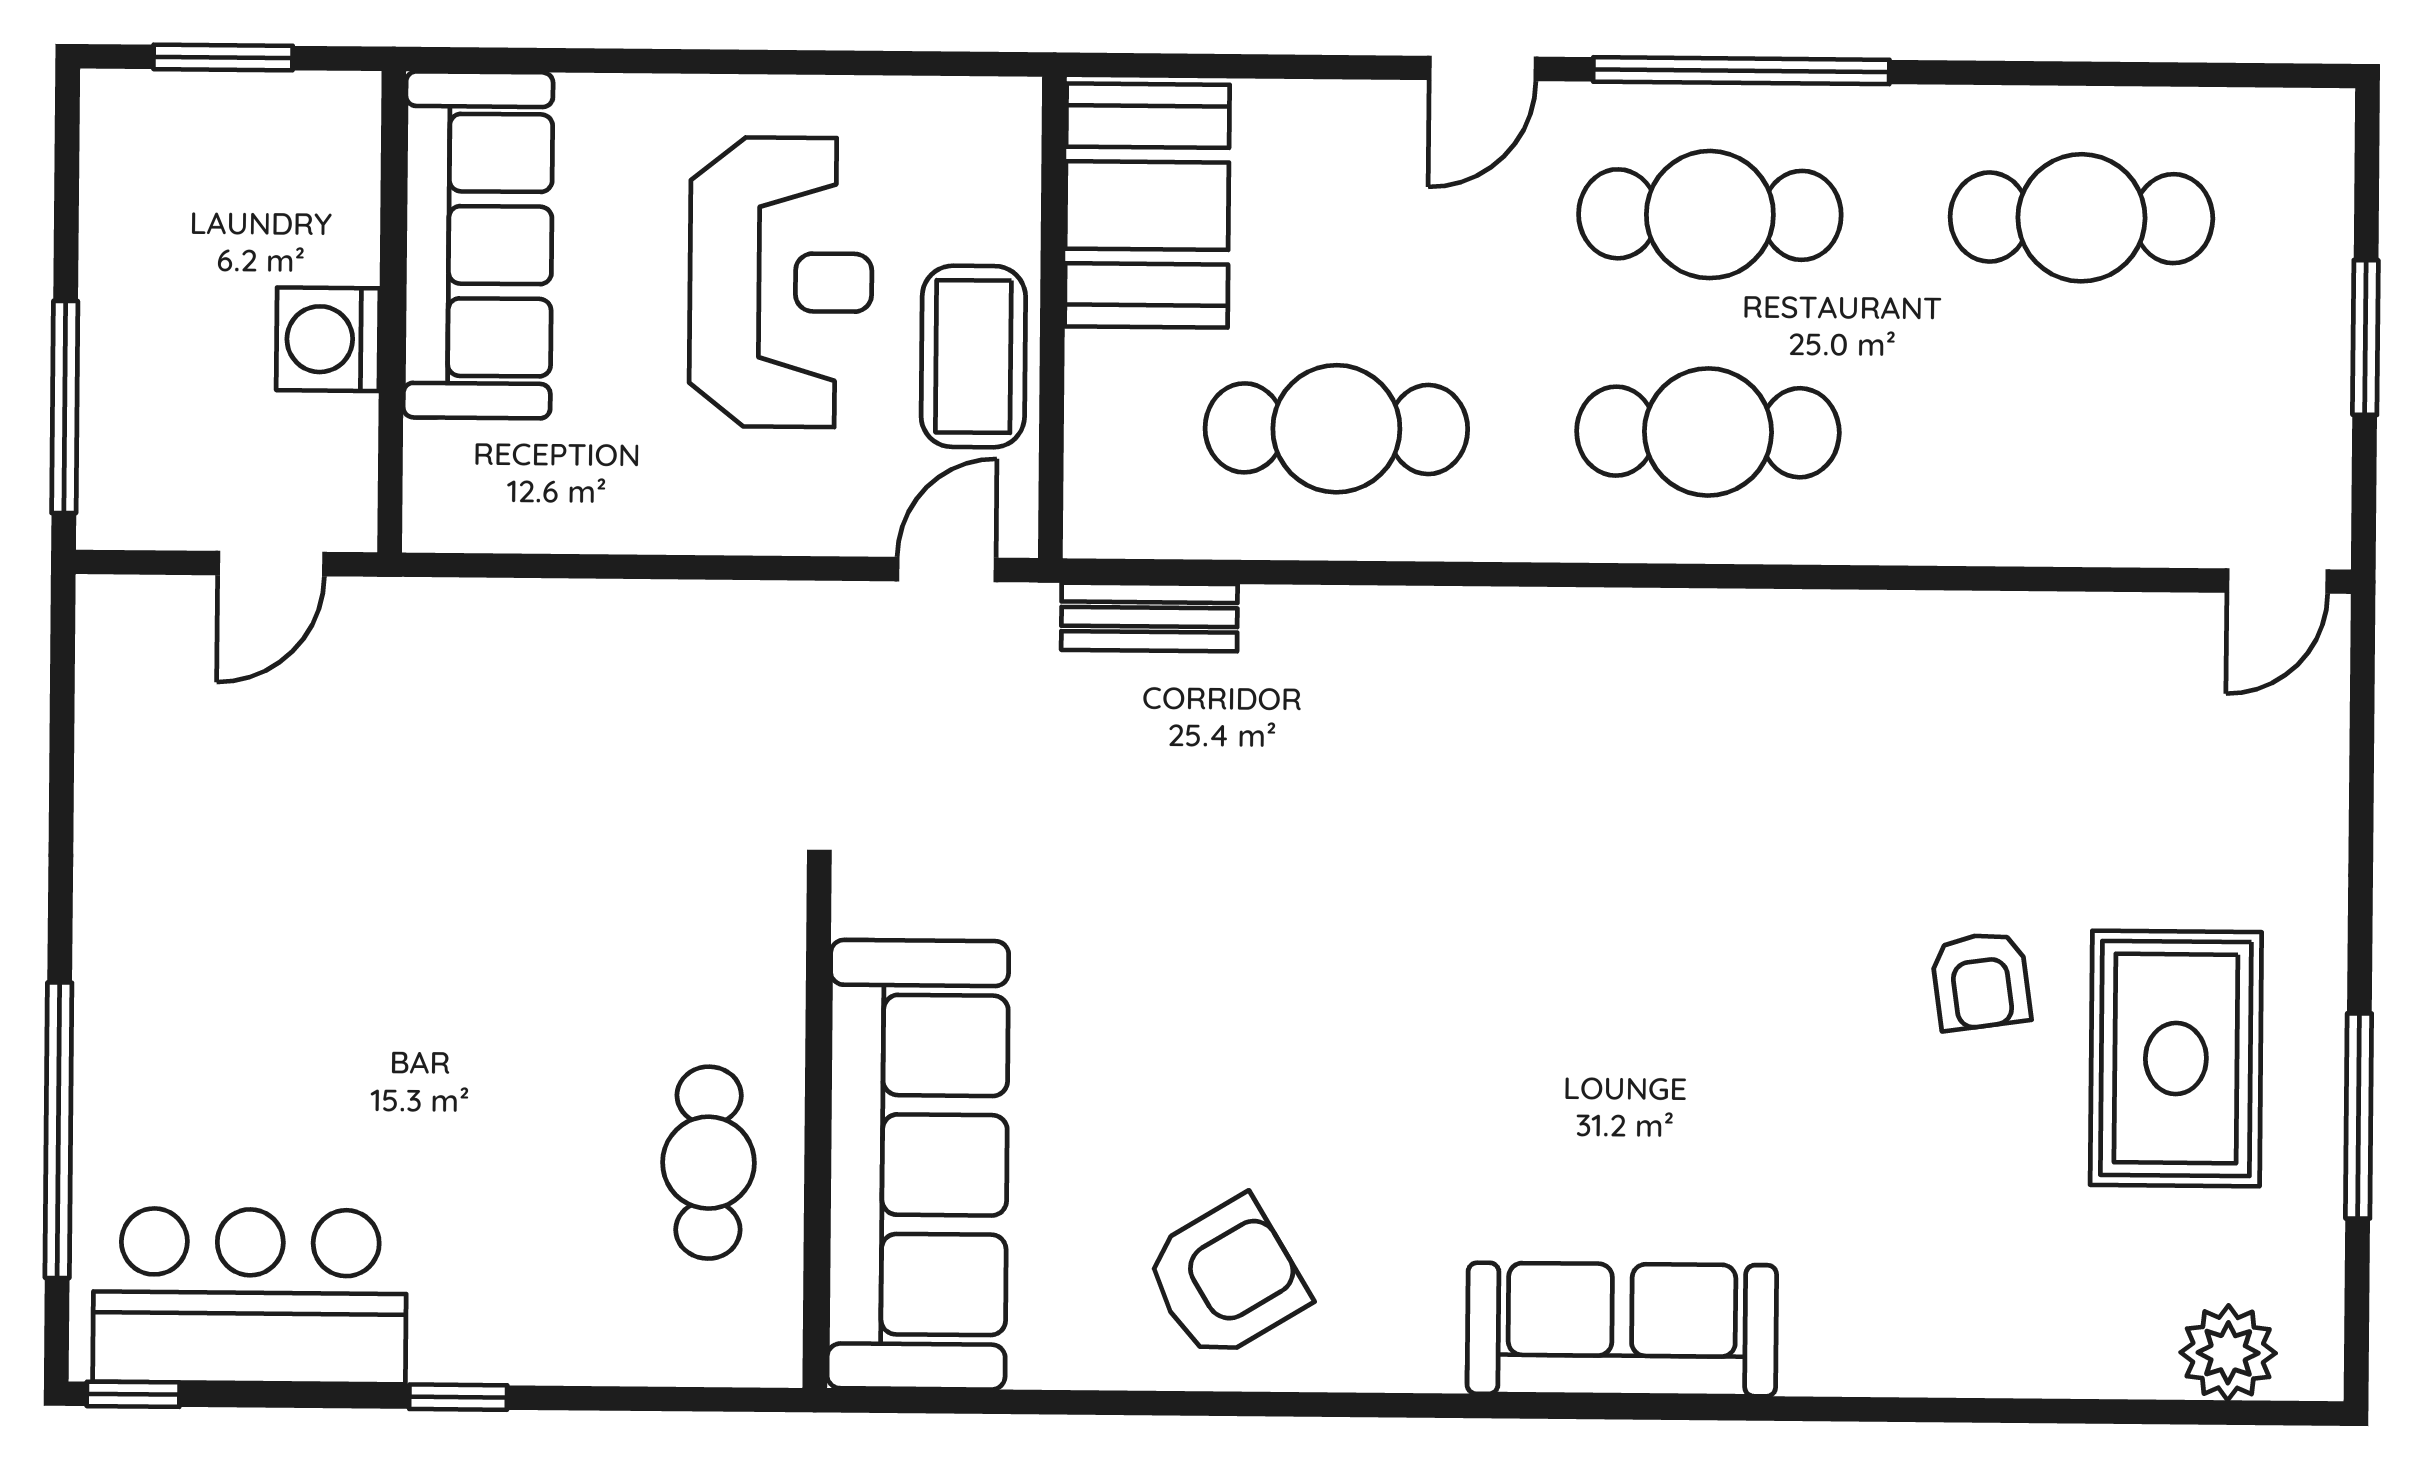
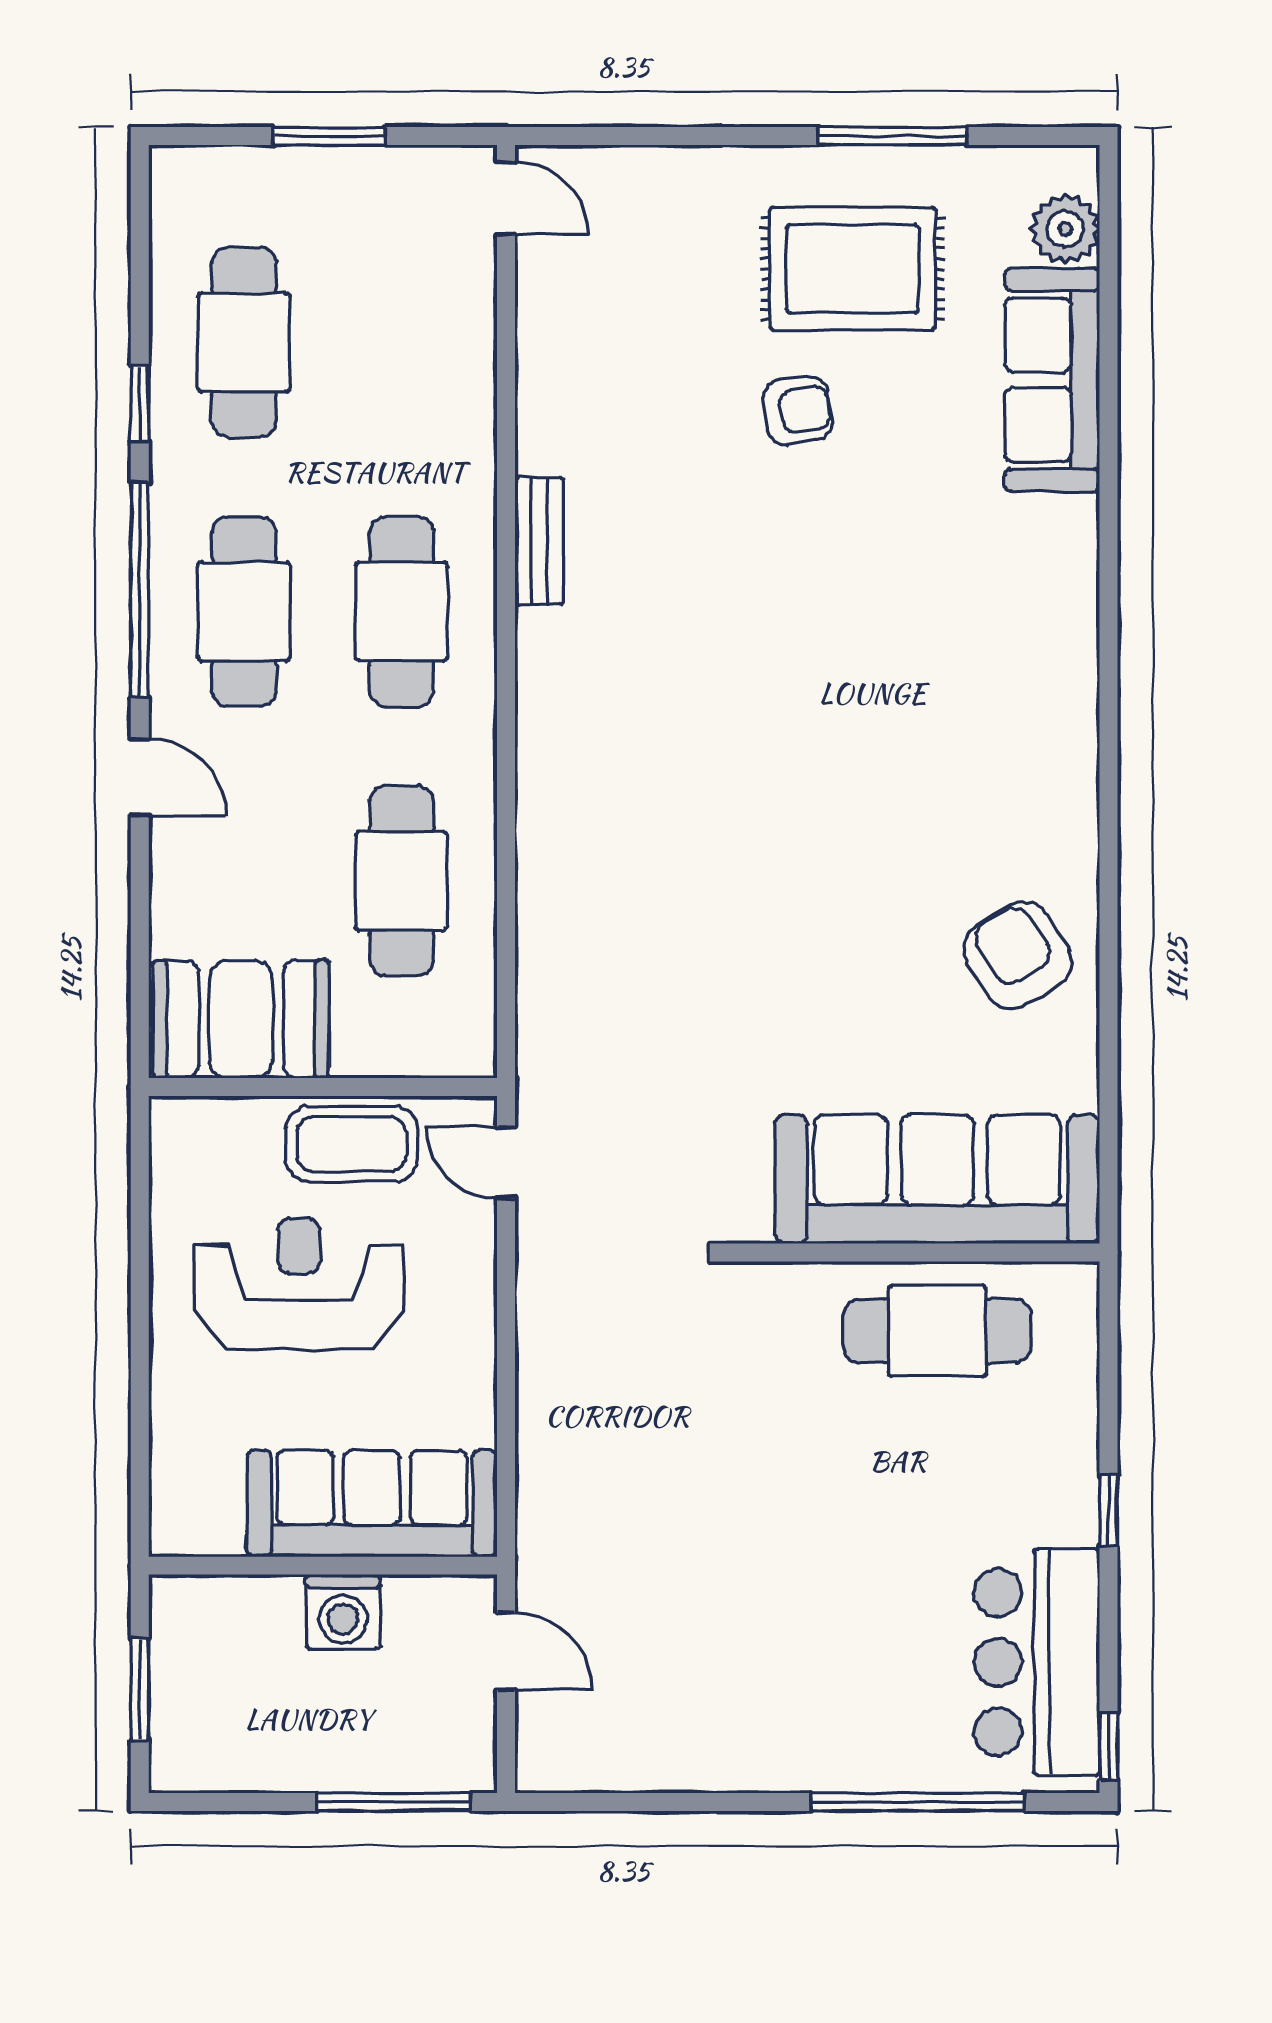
window: (1999, 73) -> (140, 403), added
sofa: (478, 245) -> (372, 1504), moved
bench: (1149, 617) -> (539, 541), moved
cafe table: (709, 1163) -> (937, 1331), width x1.37, depth x1.35
sofa: (1622, 1329) -> (1052, 380), moved

